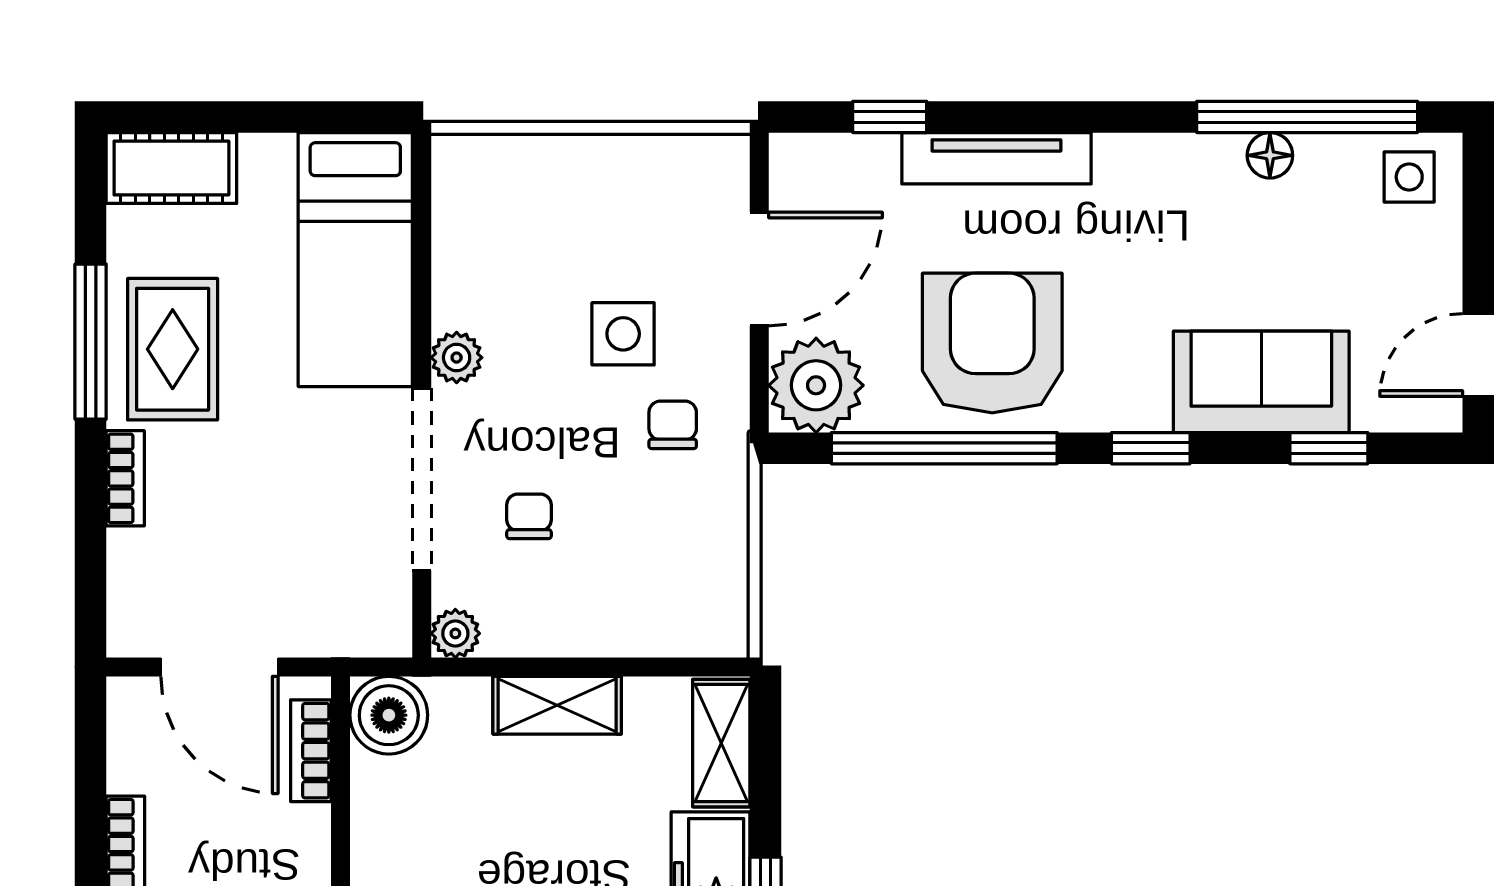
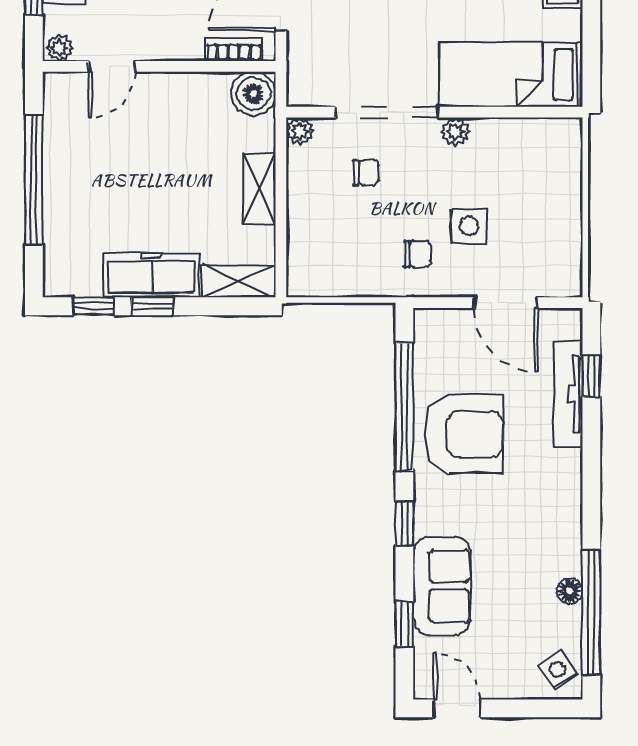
tv unit: (996, 158) -> (568, 394), moved
side table: (1409, 177) -> (557, 669), turned -35
plant: (816, 385) -> (440, 335), removed

